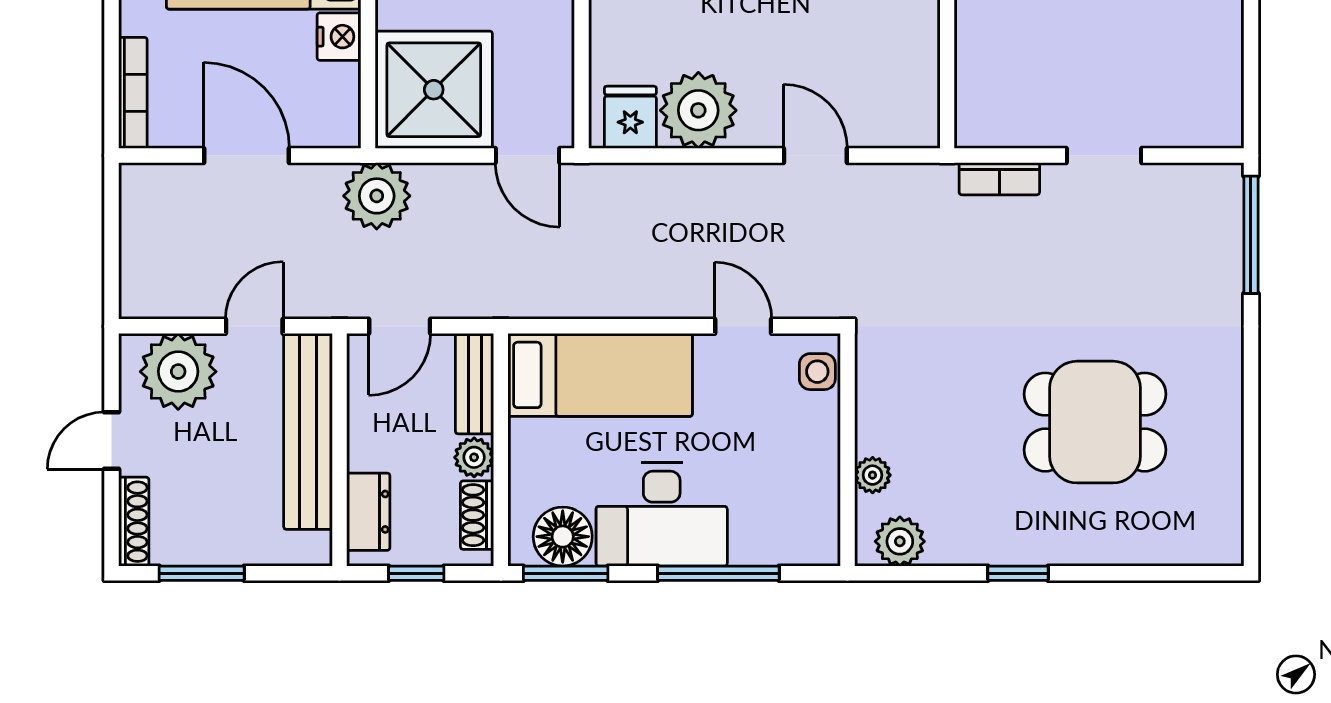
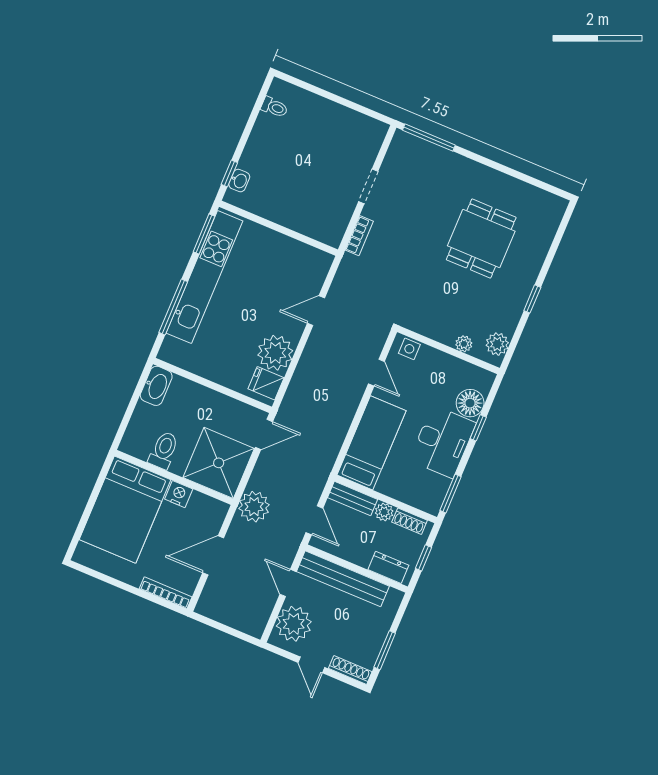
door: (743, 326) -> (376, 373), swing flipped
floor lamp: (563, 537) -> (470, 403), moved
window: (718, 573) -> (478, 428), width x0.46

